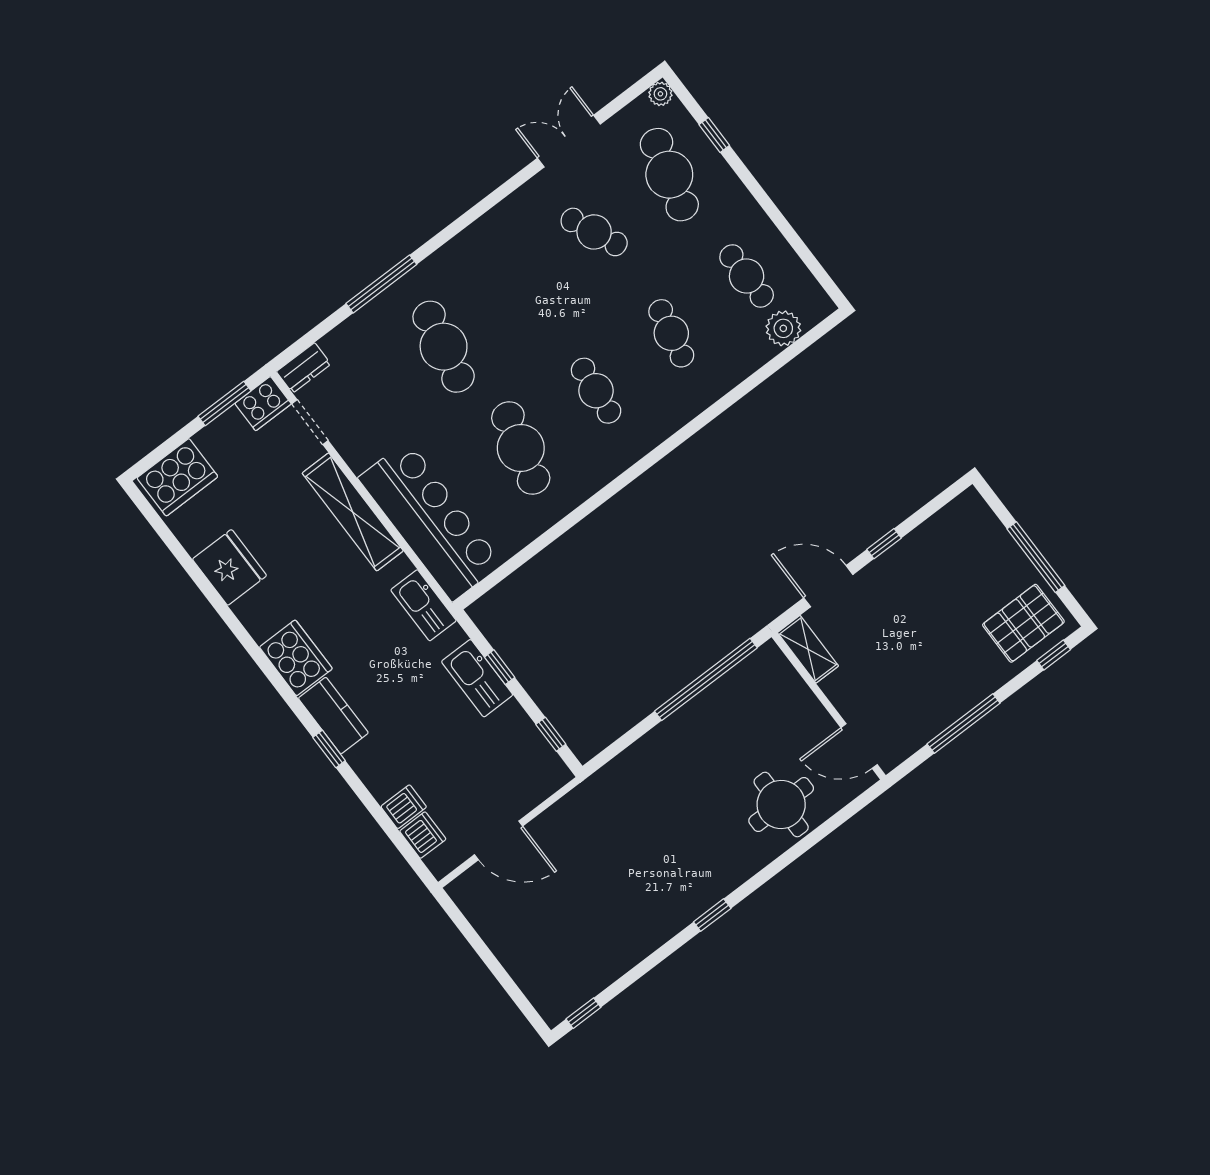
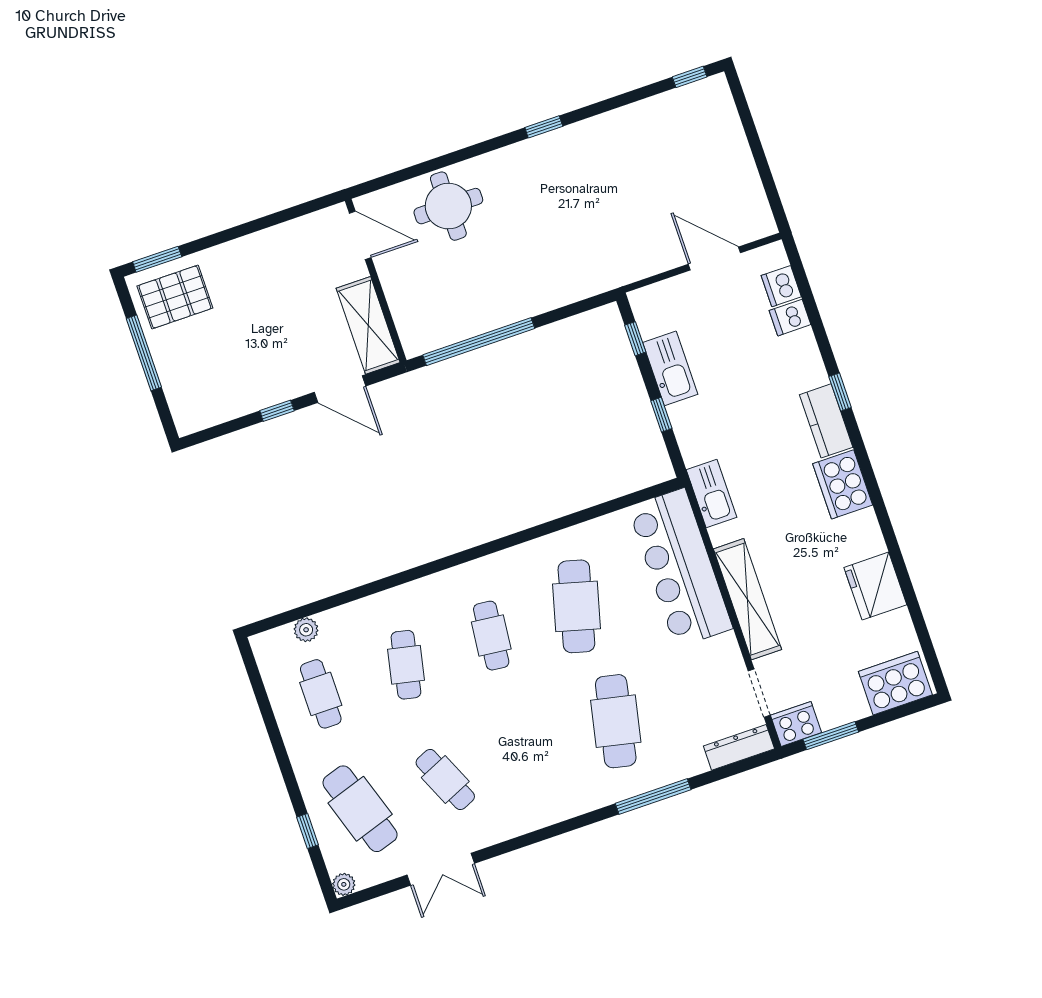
cafe table: (669, 175) -> (360, 809), turned -33
plant: (783, 328) -> (306, 630), width x0.73, depth x0.73
dresser: (304, 368) -> (739, 747), width x1.44
shelving: (808, 649) -> (368, 325), width x1.50, depth x1.33
window: (1054, 655) -> (157, 259), width x1.50
kitchen sink: (477, 678) -> (670, 368), moved
window: (964, 724) -> (259, 224), removed

